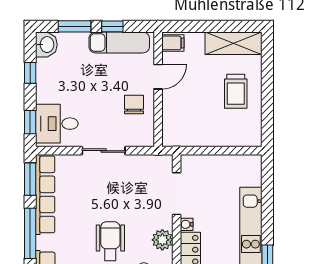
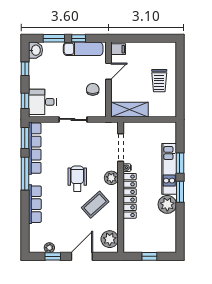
shelving: (233, 43) -> (129, 110), moved
window: (267, 217) -> (180, 163), added

